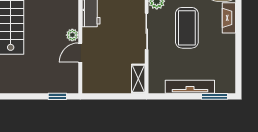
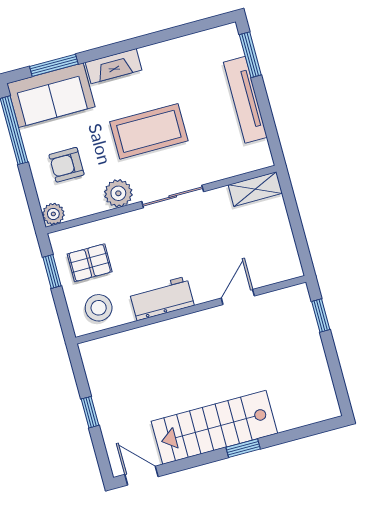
plant: (72, 35) -> (212, 318), removed
door: (80, 53) -> (238, 297), swing flipped

